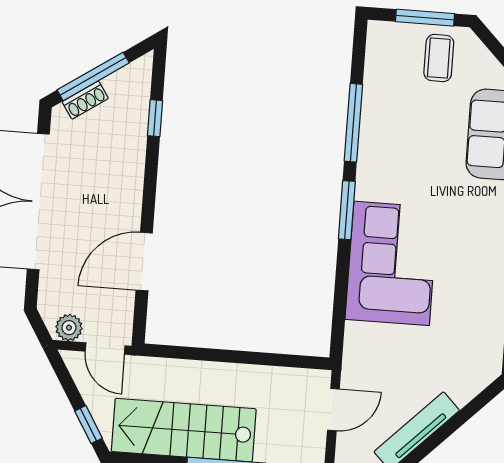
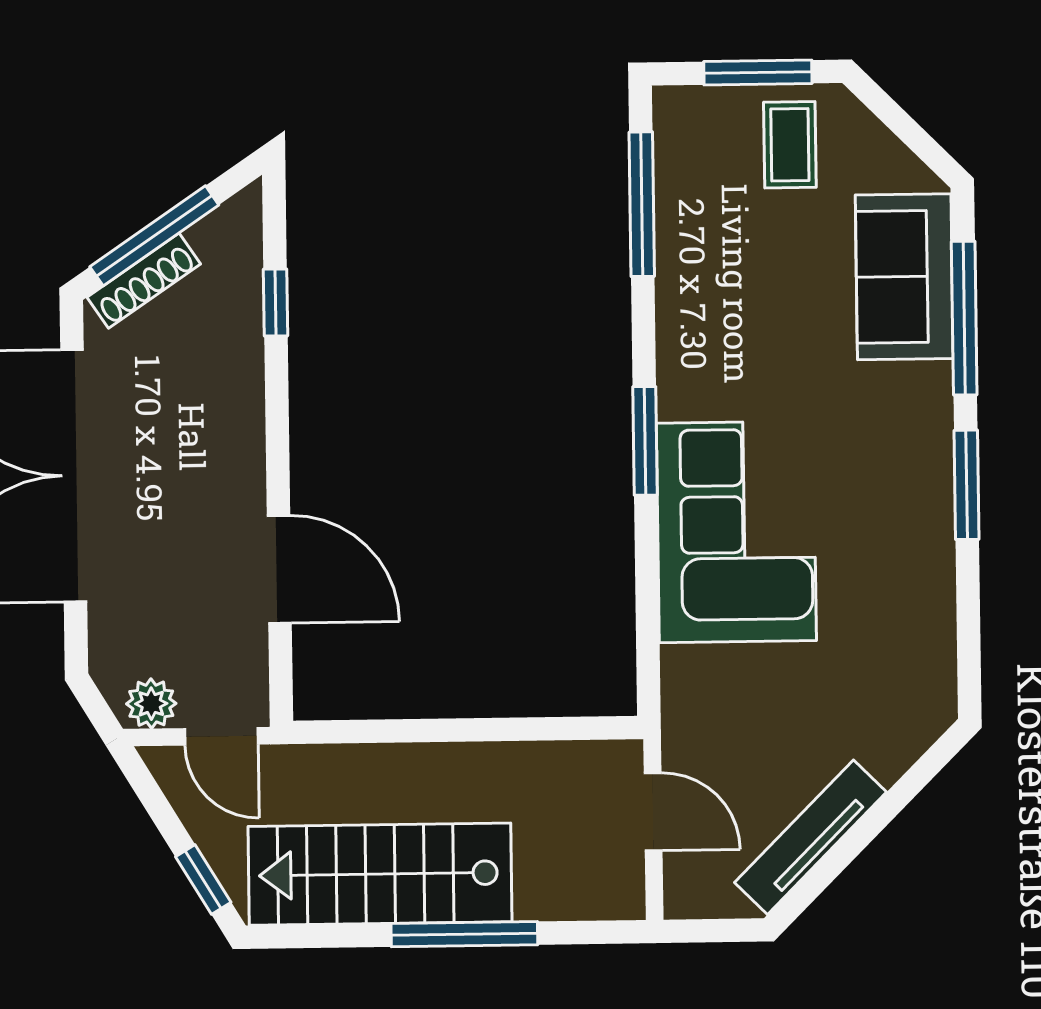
shoe rack: (85, 100) -> (144, 281), width x1.43
window: (353, 123) -> (642, 204), moved
door: (144, 262) -> (279, 569), swing flipped
door: (333, 410) -> (653, 812), hinge flipped

